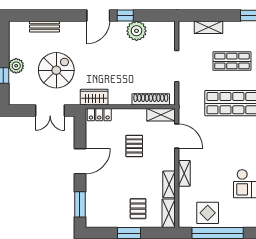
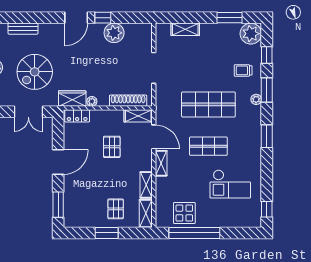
shop shelf: (232, 61) -> (208, 146), moved
spiral stairs: (56, 70) -> (35, 72), turned 180
plant: (114, 100) -> (92, 101), added
shelving: (184, 173) -> (161, 163), moved

